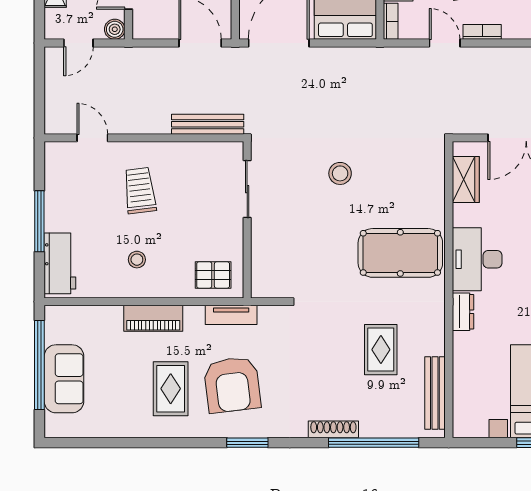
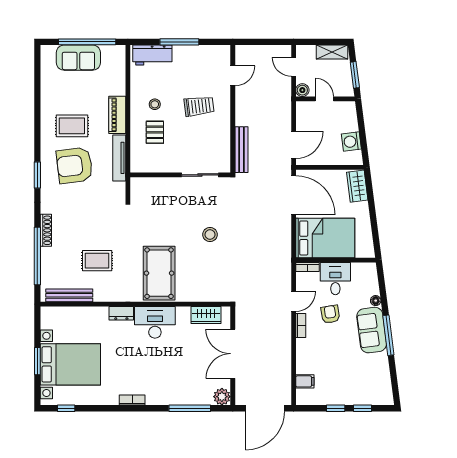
pallet: (213, 275) -> (155, 132), moved
tv unit: (231, 315) -> (119, 158), width x1.41

